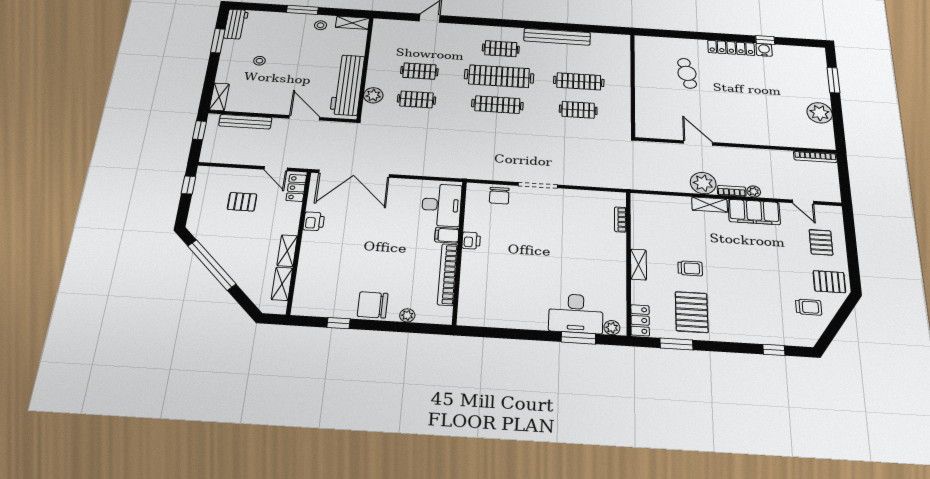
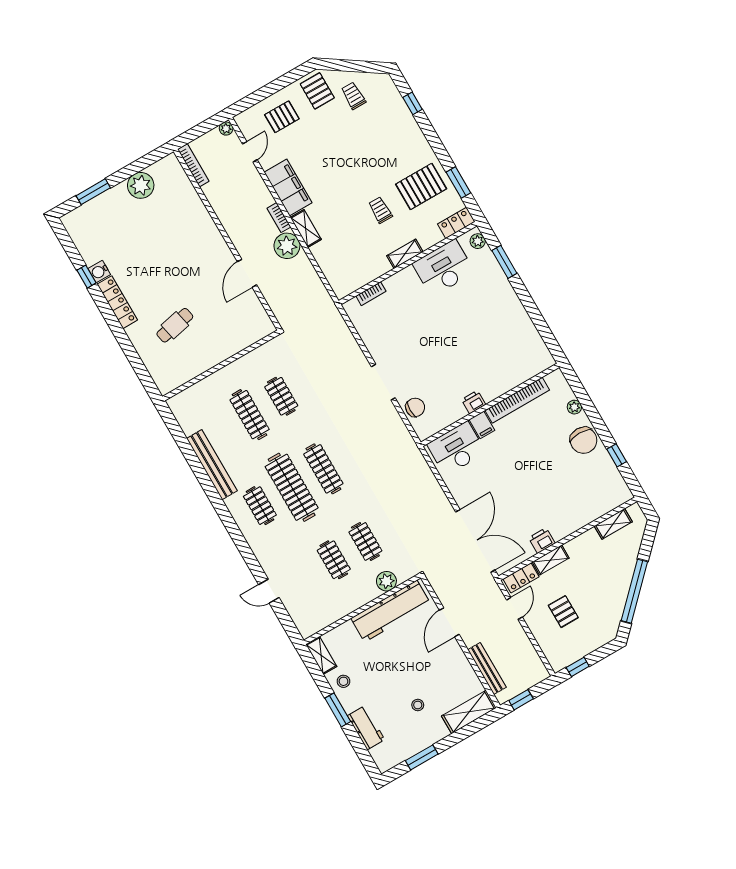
workbench: (236, 24) -> (366, 728), moved, turned 90
shelving: (219, 97) -> (469, 712), width x1.50, depth x1.33
plant: (754, 191) -> (226, 129), moved
shelving: (287, 251) -> (551, 560), moved
desk: (576, 313) -> (444, 268), moved, turned -90

